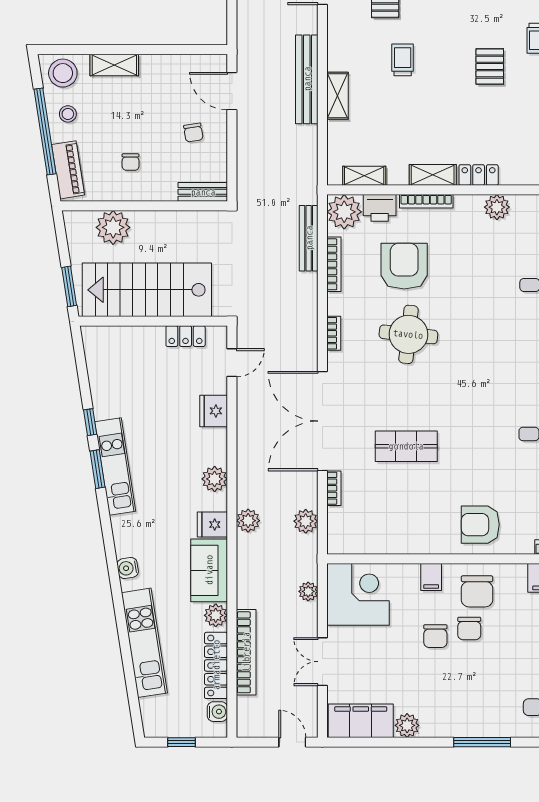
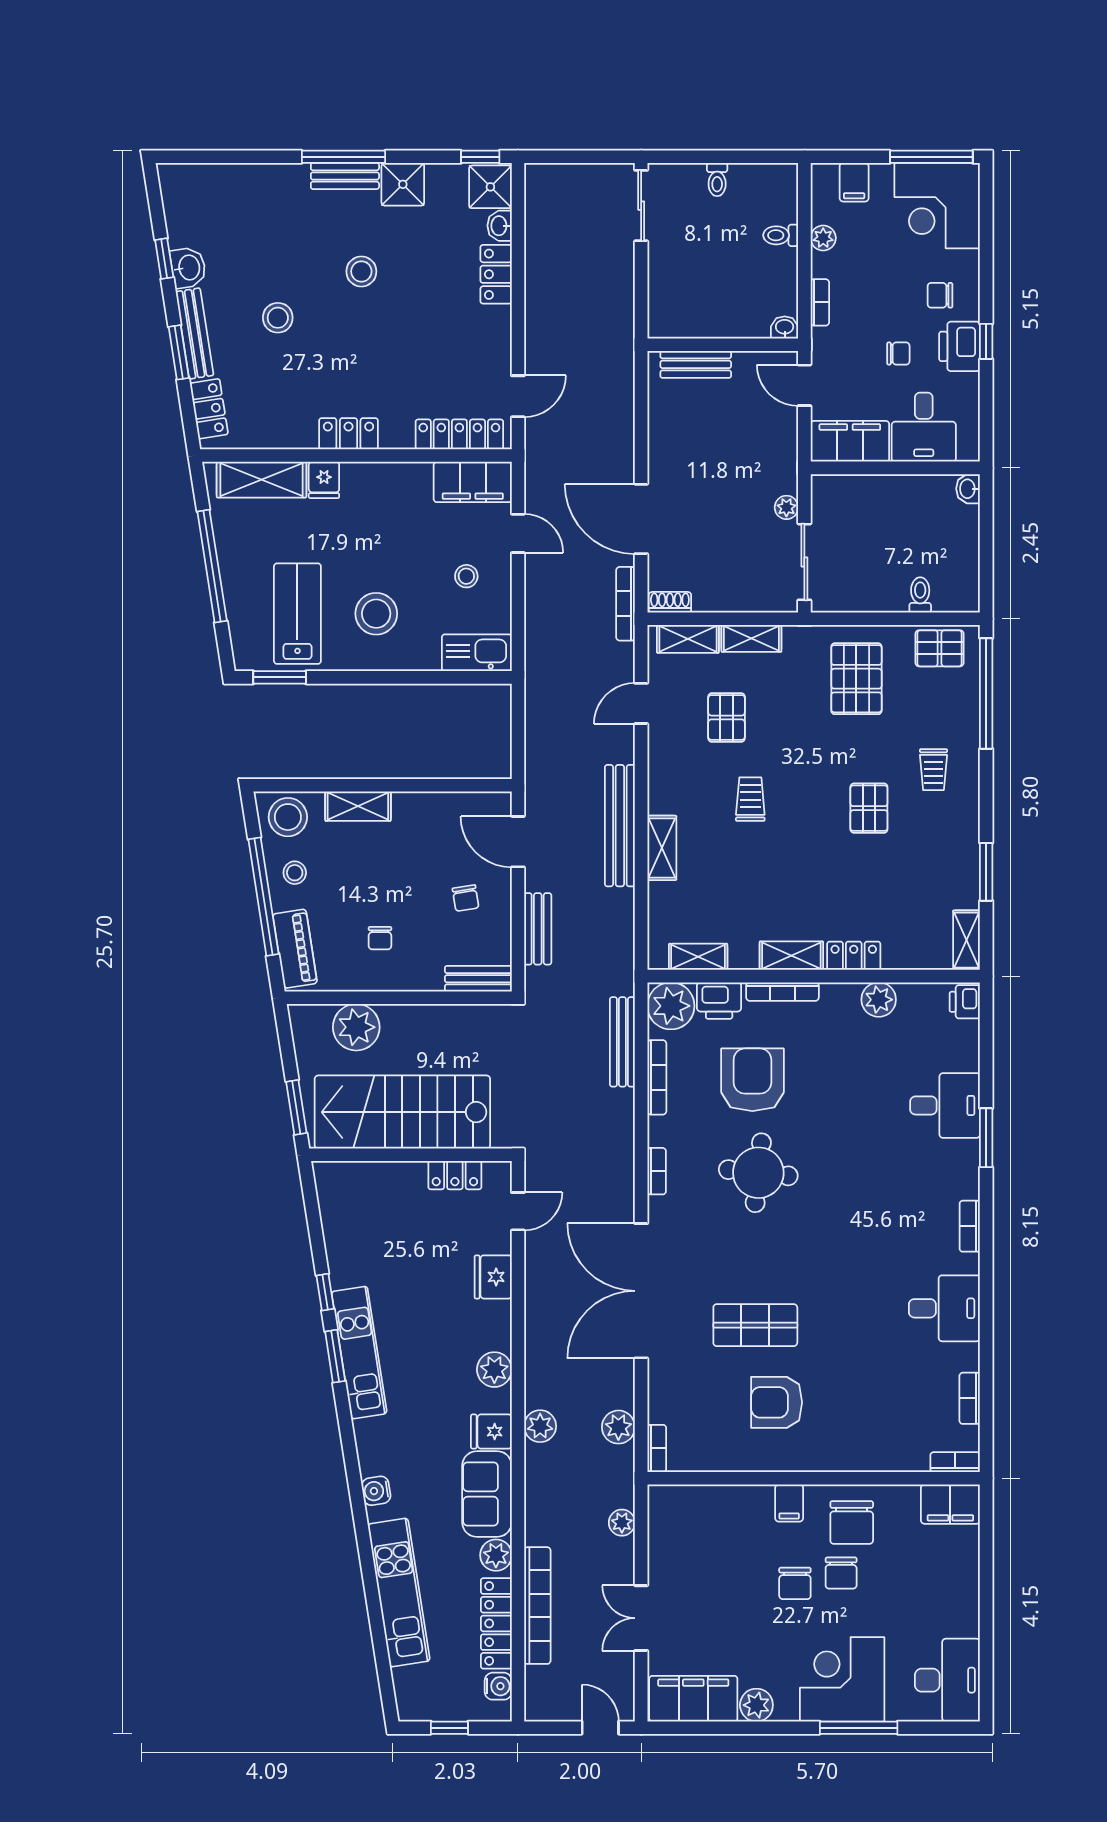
bench: (246, 155) -> (538, 929), added
bookcase: (334, 488) -> (657, 1448), moved
armchair: (480, 525) -> (777, 1402), moved
corner desk: (358, 594) -> (842, 1679), moved, turned -90

